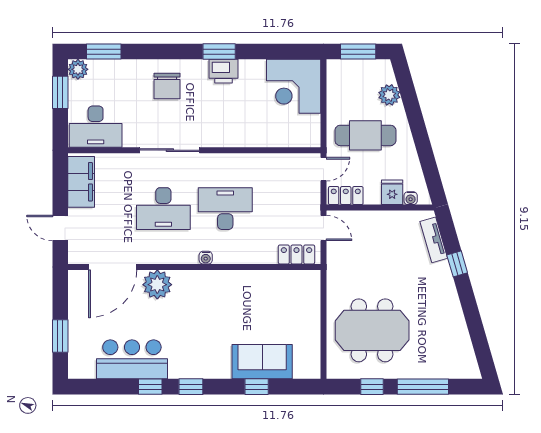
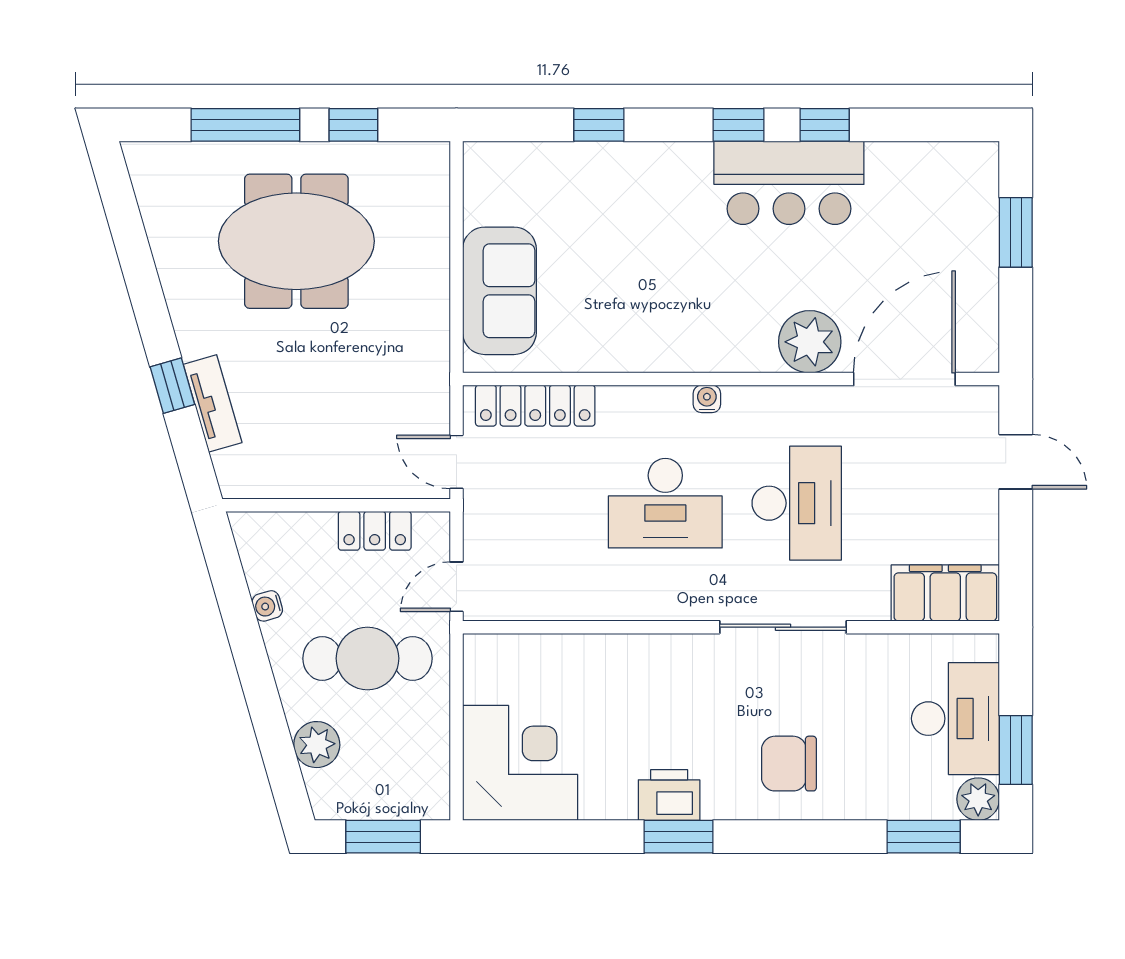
chair: (167, 86) -> (789, 764), turned -90
desk: (96, 127) -> (955, 719), moved, turned 90
filing cabinet: (81, 182) -> (945, 593), moved, turned 90
fridge: (392, 192) -> (311, 538), removed
locker: (346, 196) -> (375, 531), moved
water cooler: (411, 198) -> (267, 606), moved, turned -106
desk: (163, 209) -> (797, 503), turned 90
tv unit: (434, 240) -> (213, 403), moved
locker: (296, 254) -> (535, 406), width x1.53
meeting table: (372, 330) -> (296, 241), moved
bar counter: (132, 359) -> (789, 183), moved
sofa: (262, 362) -> (499, 291), moved, turned -90

